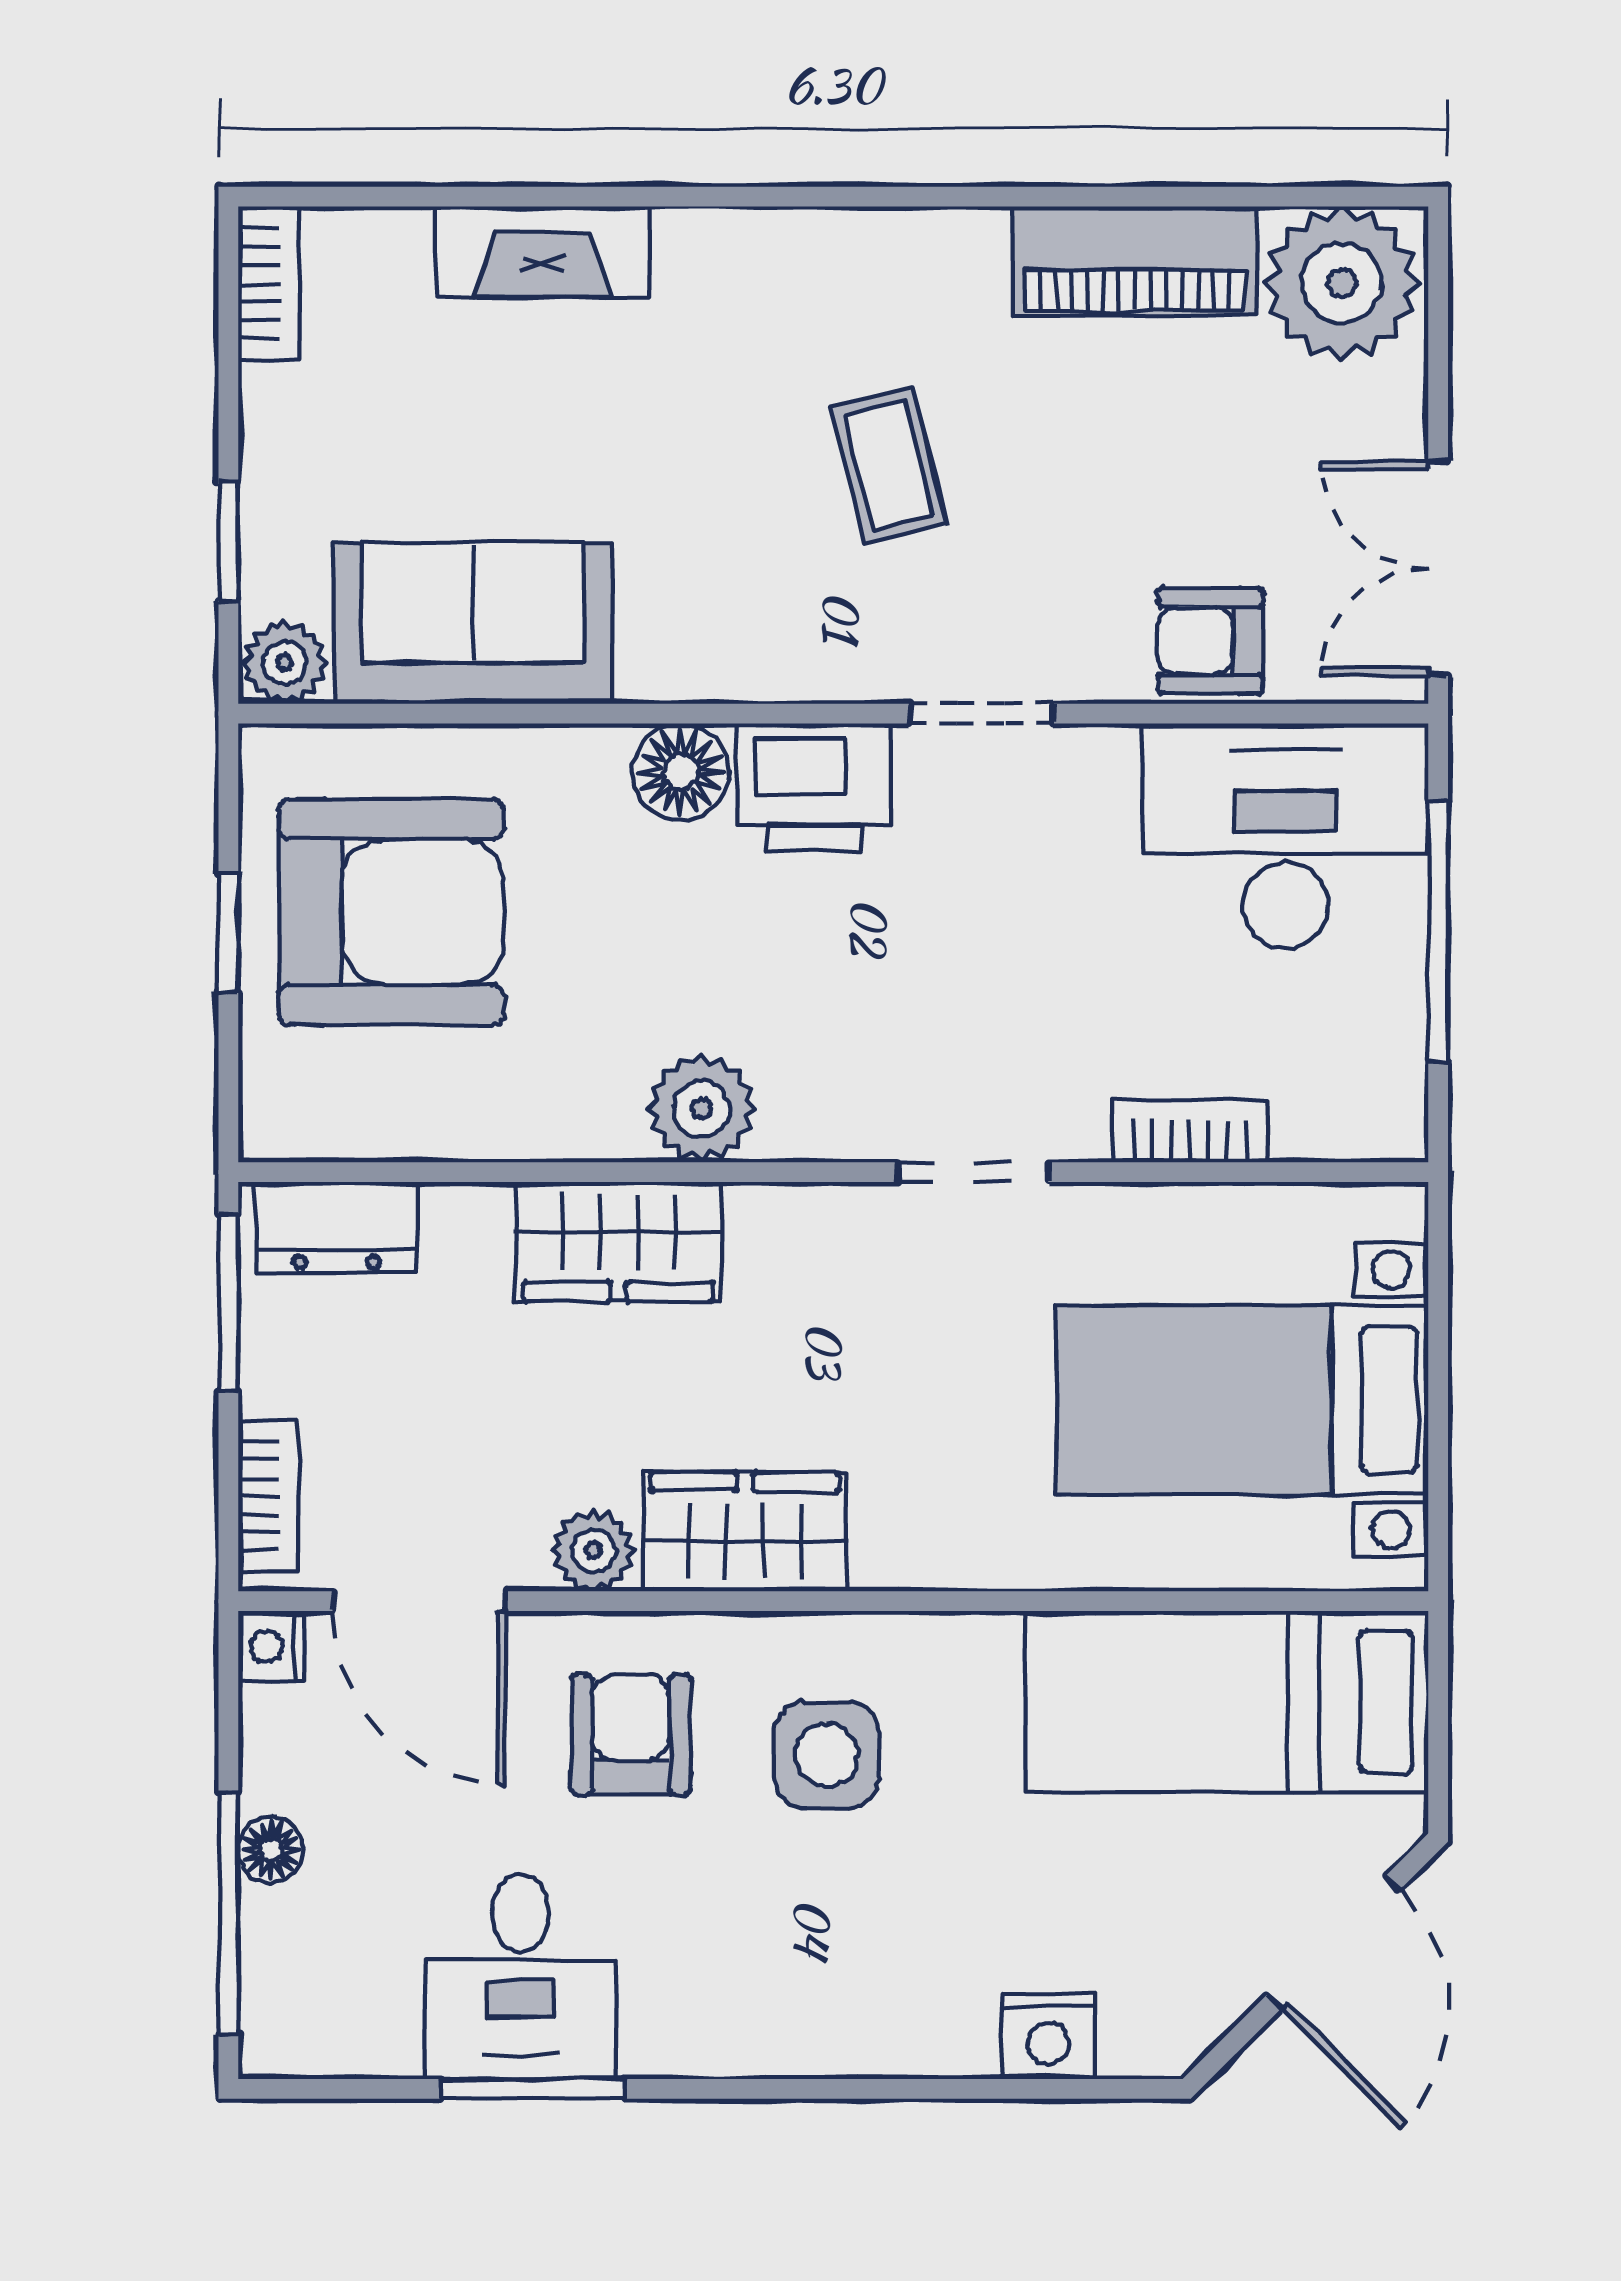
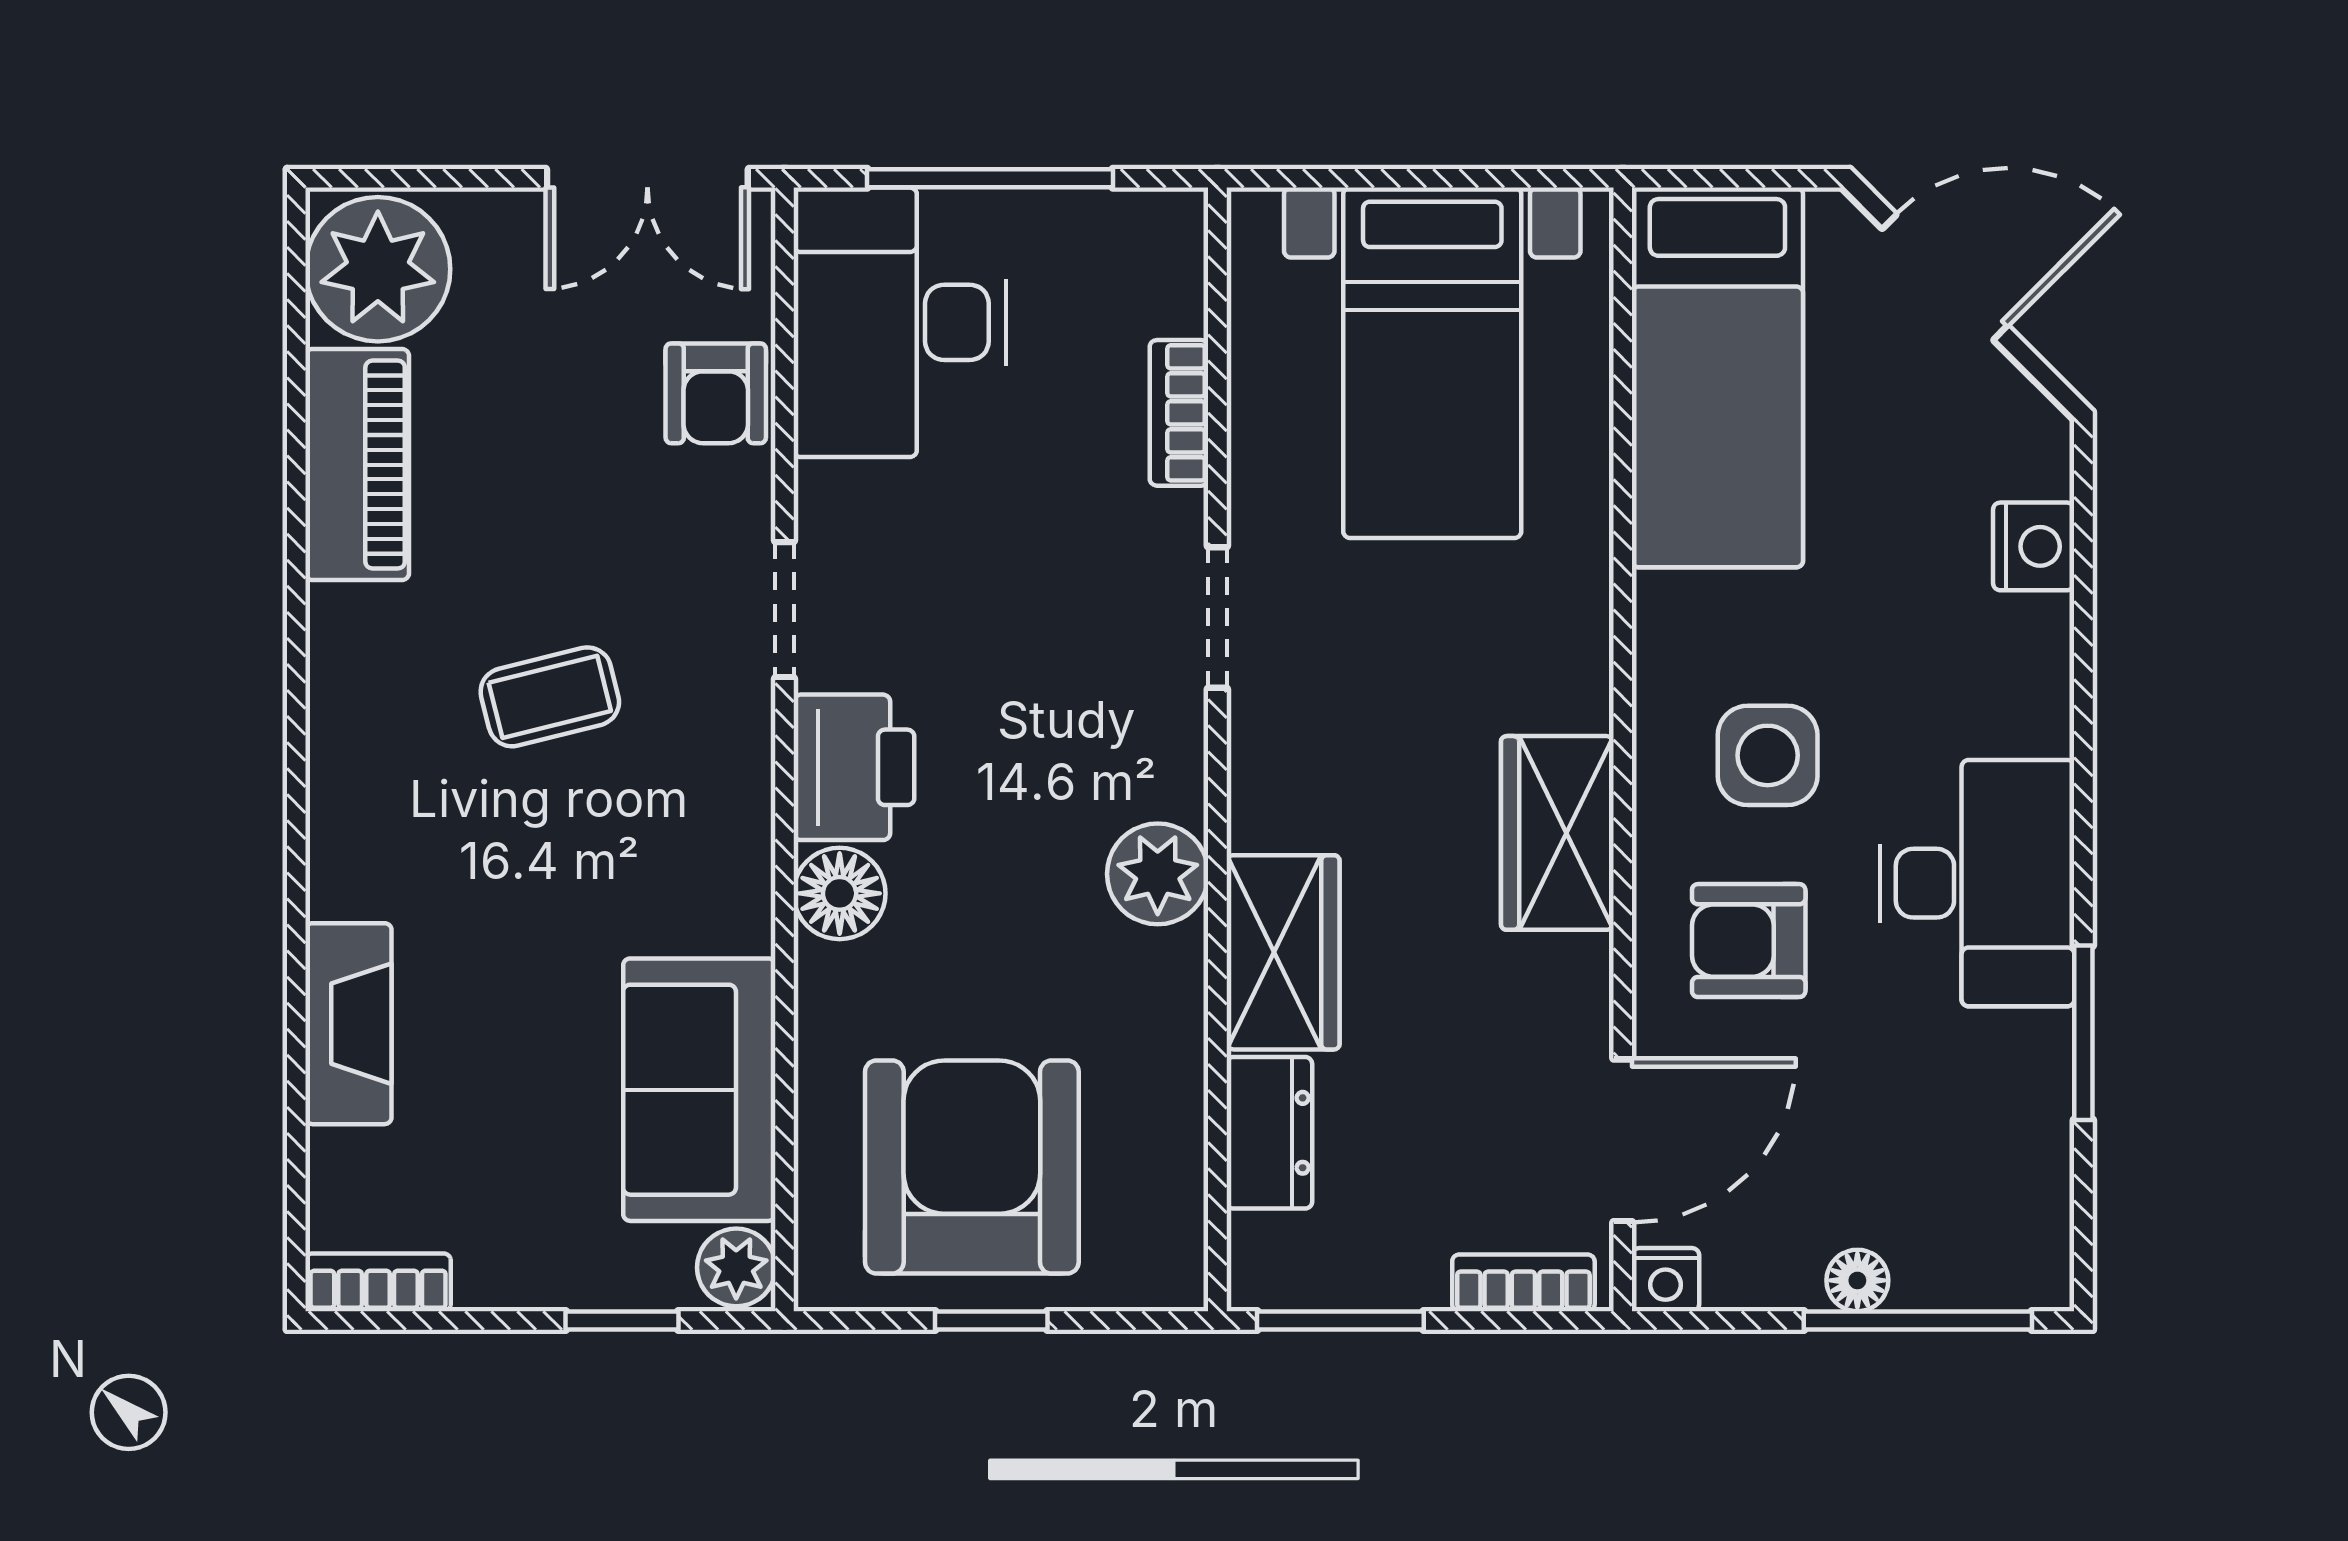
dresser: (337, 1227) -> (1269, 1133), moved
plant: (593, 1551) -> (1575, 976), removed
desk: (520, 1977) -> (1977, 883), moved, width x1.37

